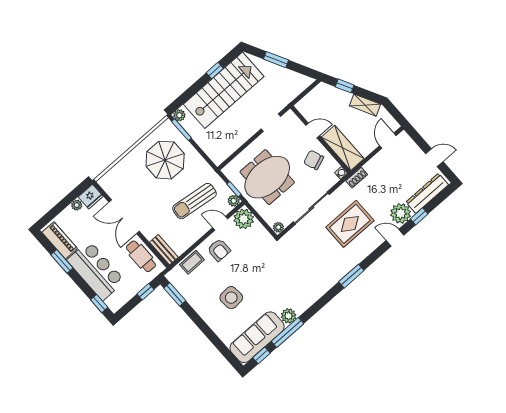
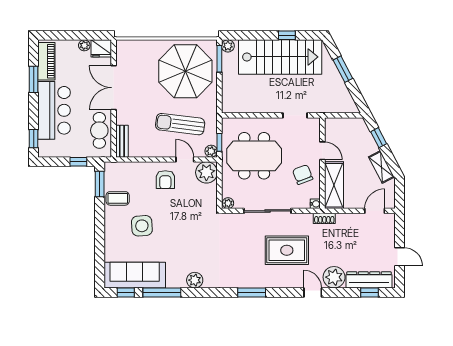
parasol: (165, 160) -> (185, 71), width x1.36, depth x1.36
window: (419, 216) -> (370, 293), moved
coffee table: (192, 262) -> (118, 198), moved
plant: (289, 316) -> (195, 280), moved

